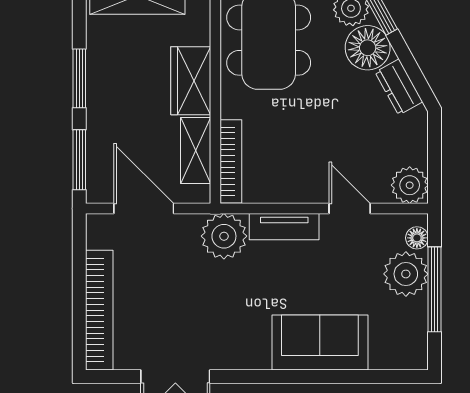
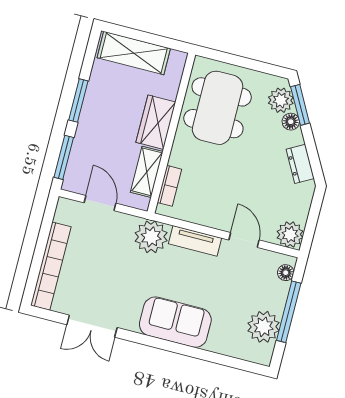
floor lamp: (368, 48) -> (291, 122), width x0.53, depth x0.53
bookcase: (231, 161) -> (169, 186), width x0.64
door: (144, 208) -> (100, 203), width x0.73
plant: (406, 274) -> (264, 327), moved
sofa: (320, 342) -> (175, 322), moved

